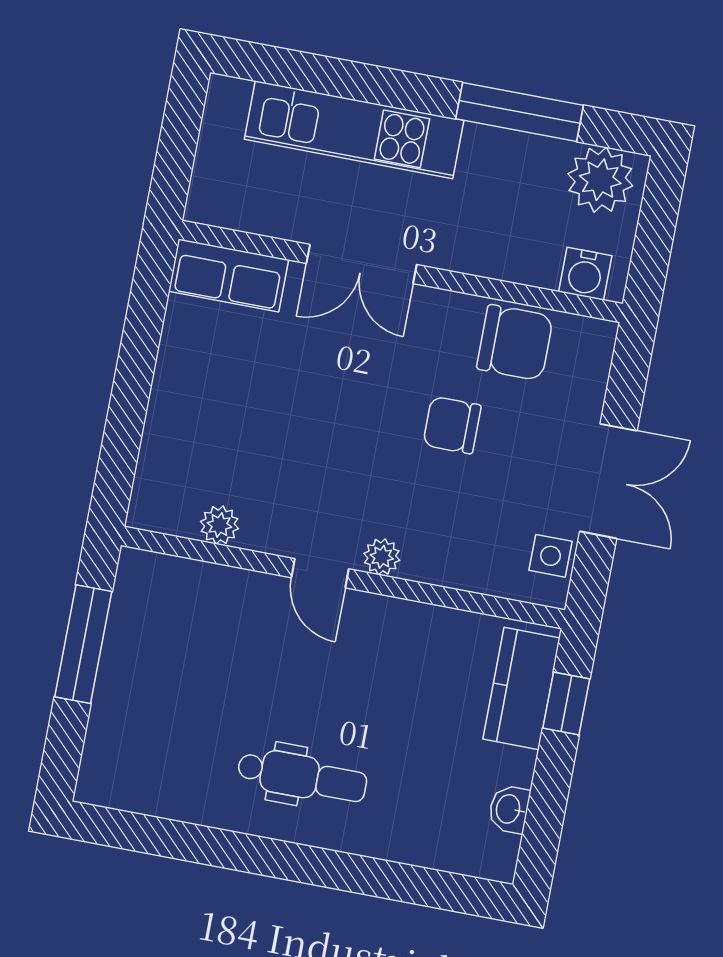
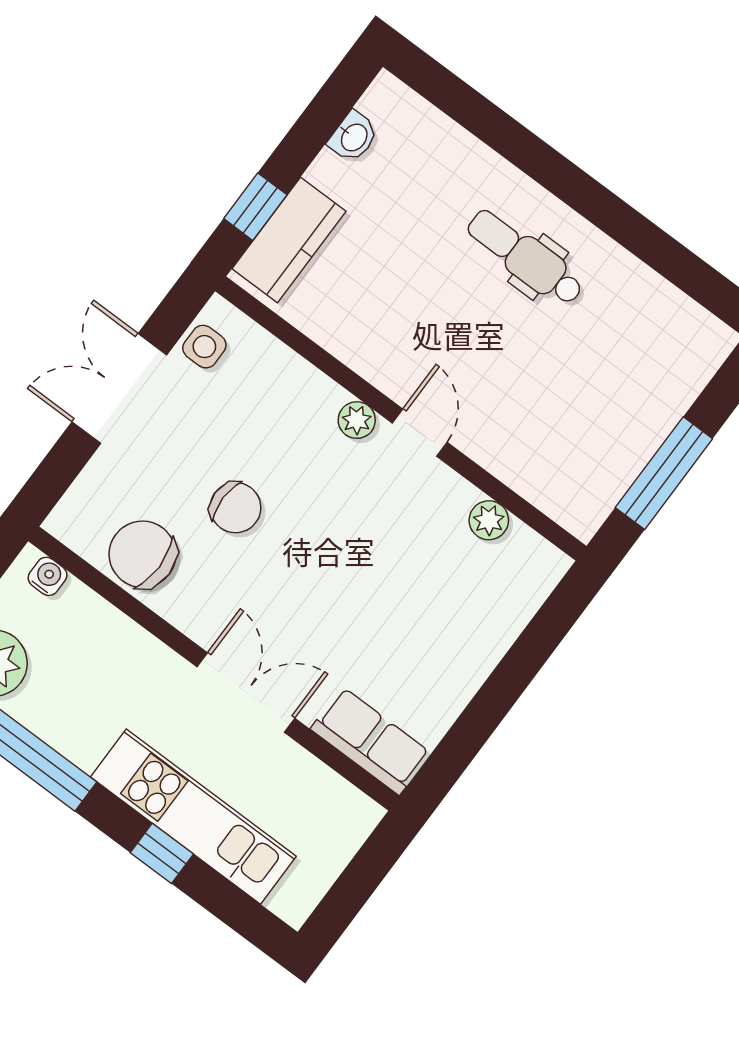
window: (366, 83) -> (162, 853), added
water cooler: (585, 274) -> (48, 576), width x0.72, depth x0.72

